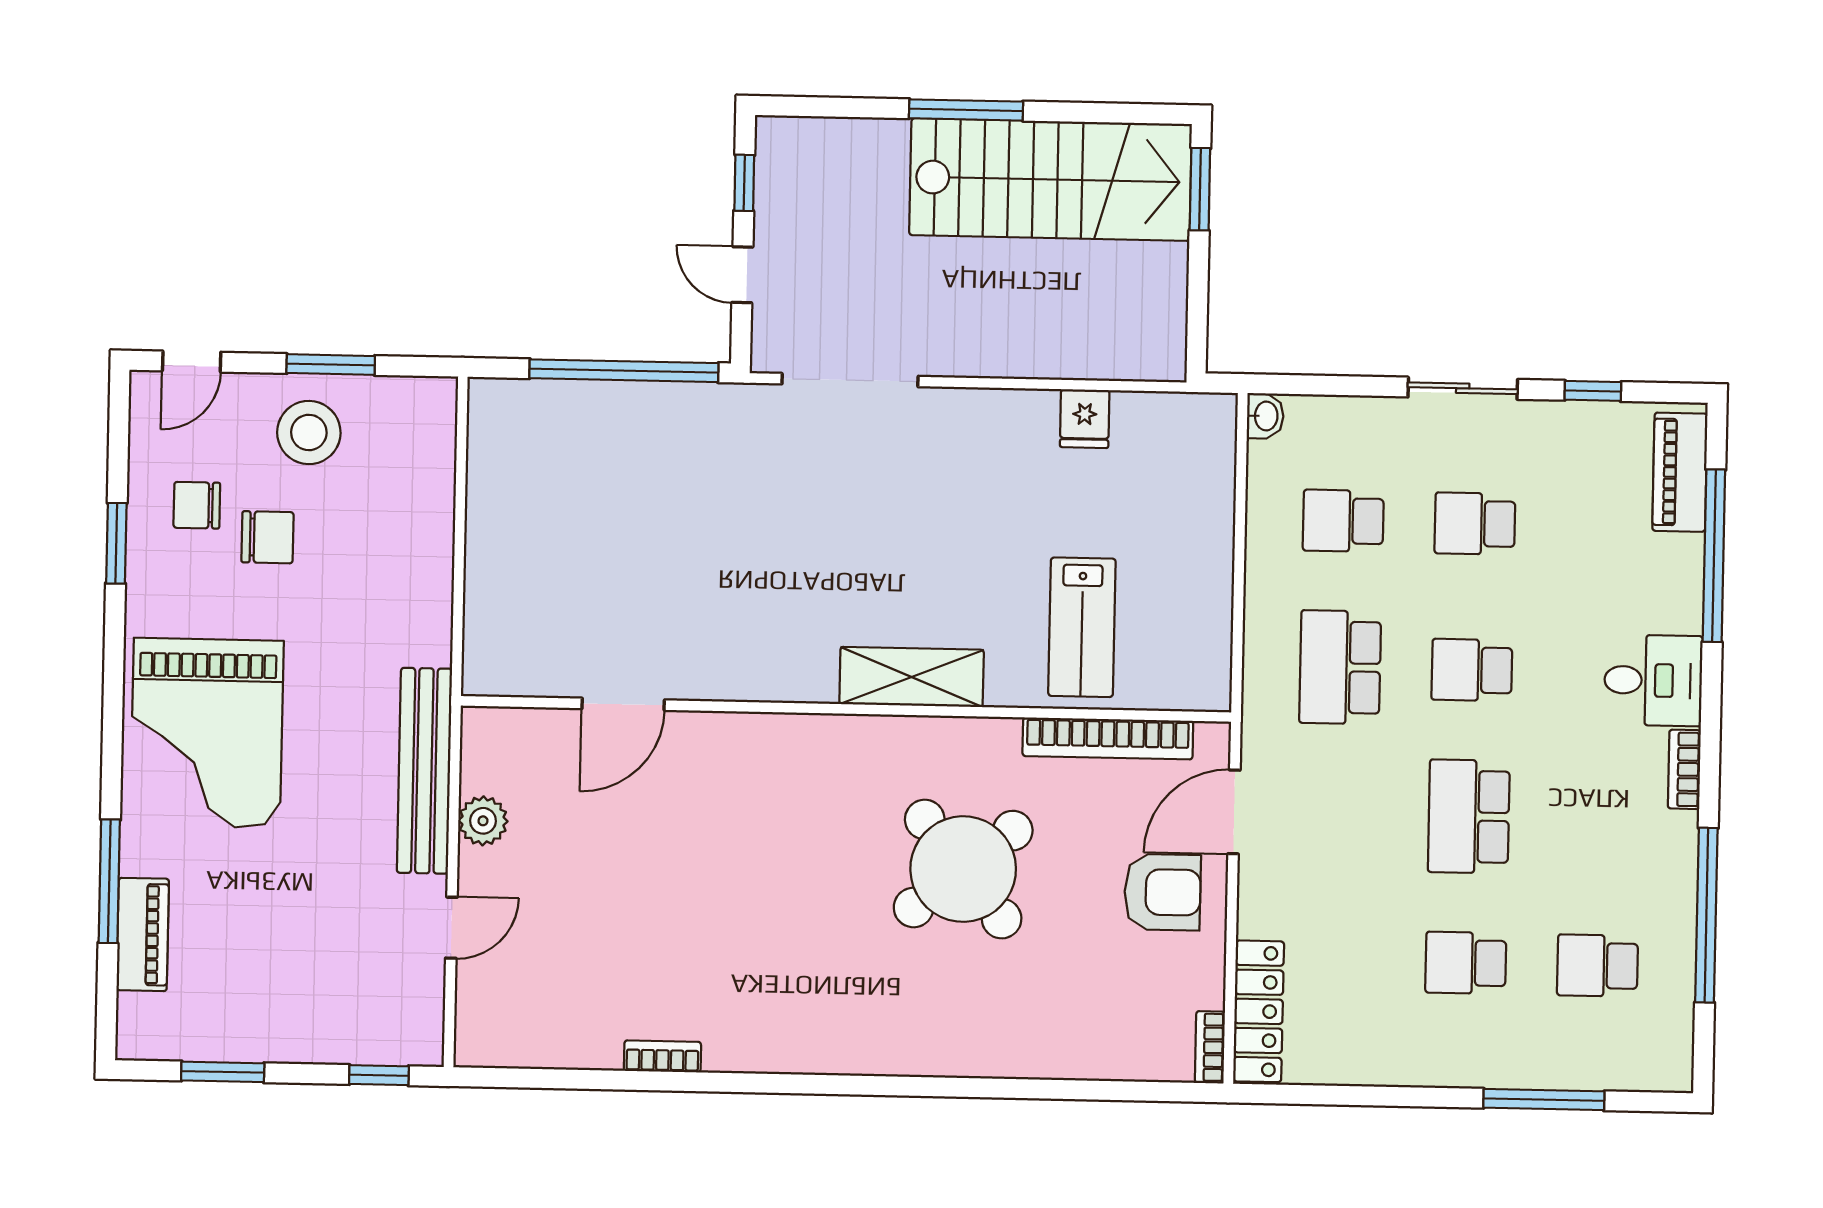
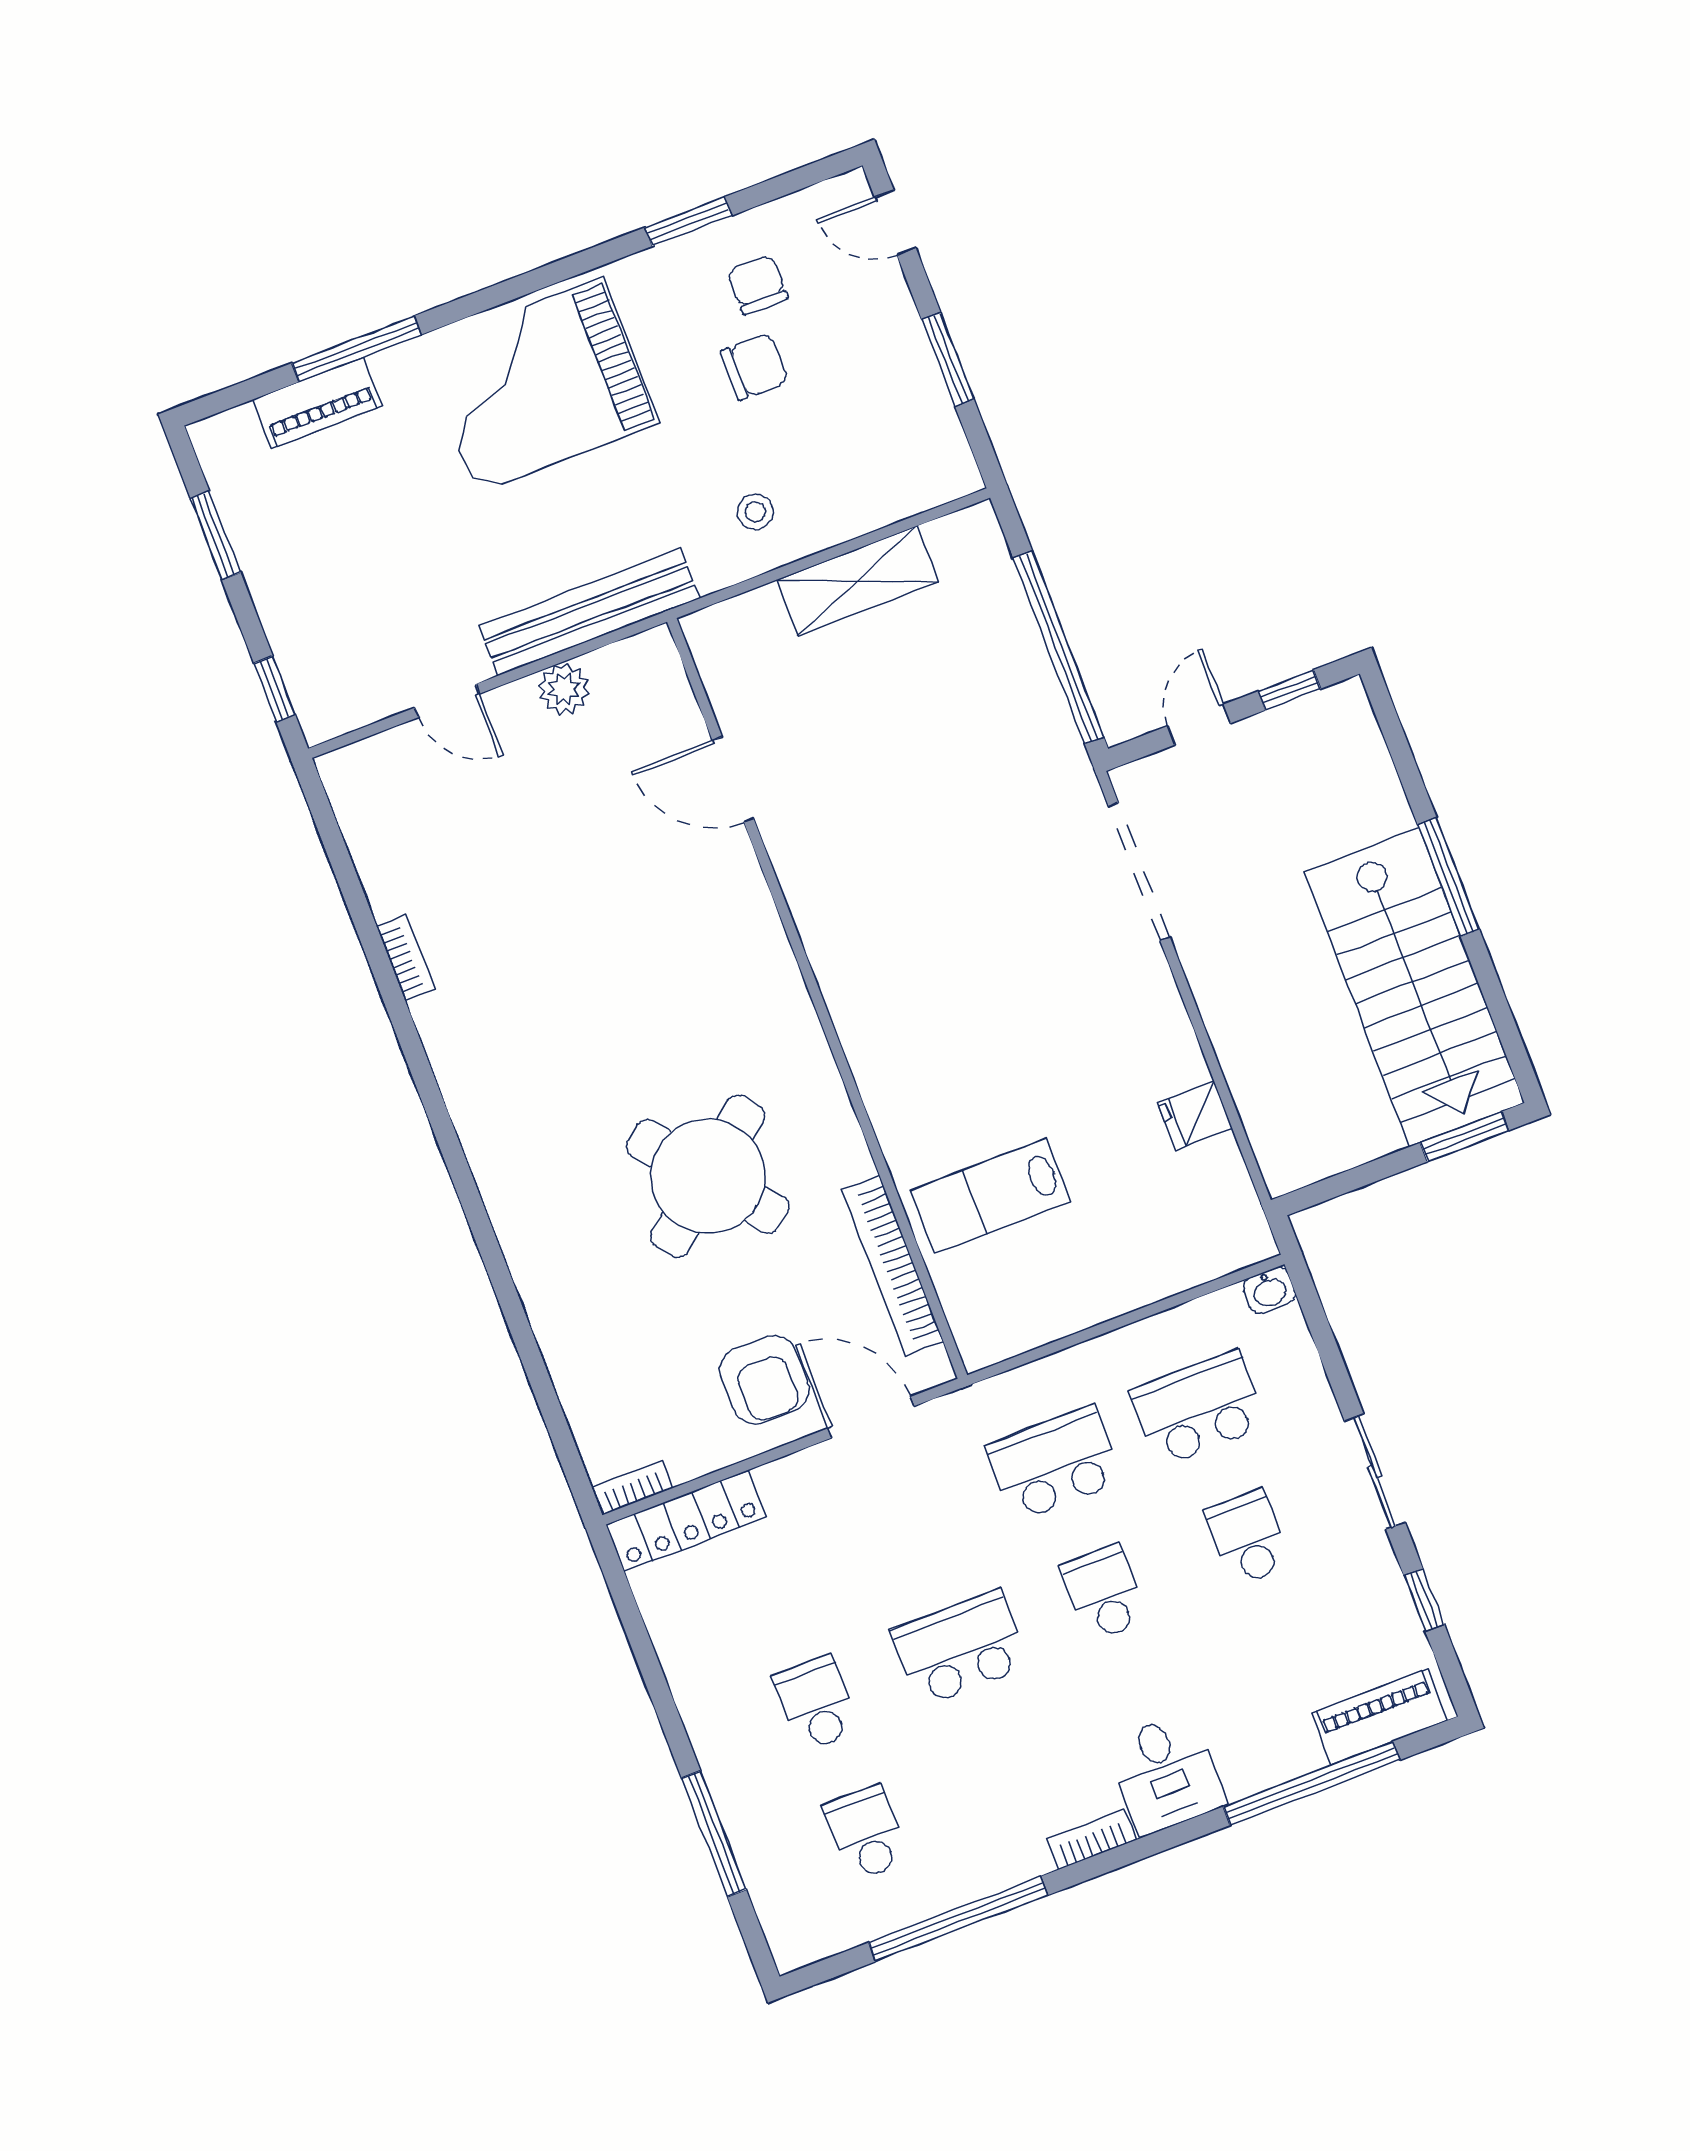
stool: (309, 432) -> (755, 512), moved, width x0.53, depth x0.53
school desk: (1343, 521) -> (1198, 1408), width x1.85
chair: (267, 537) -> (754, 366), turned -90
shelving: (912, 677) -> (858, 581), moved, turned 90

